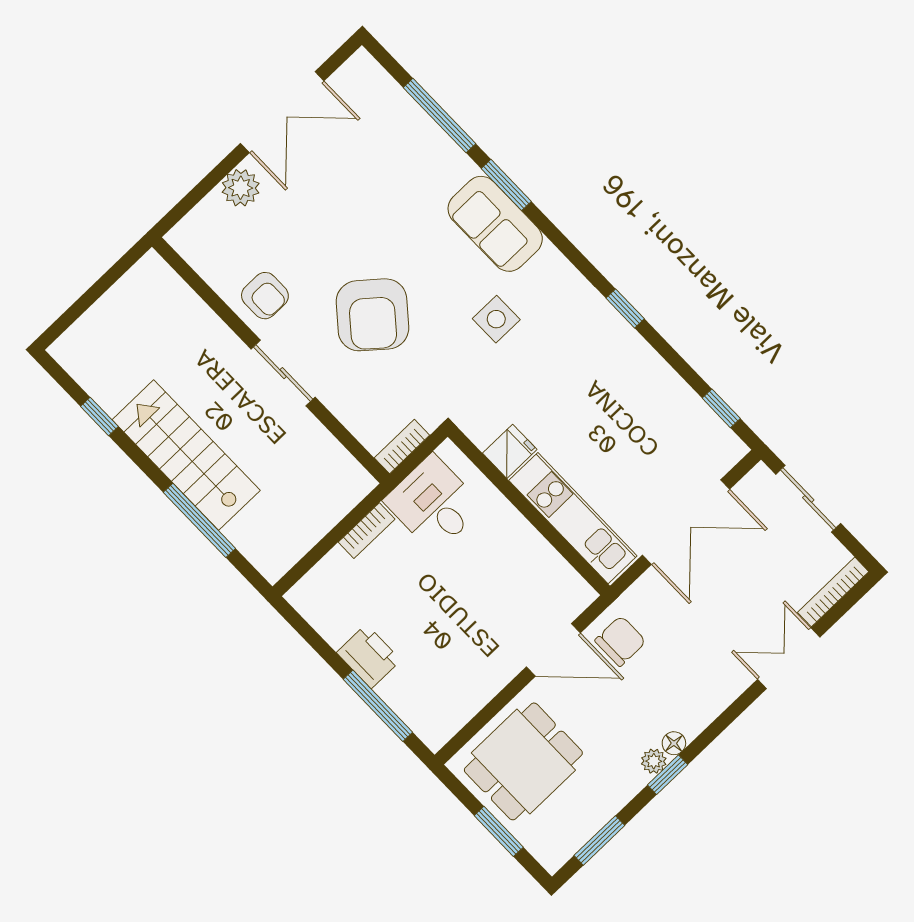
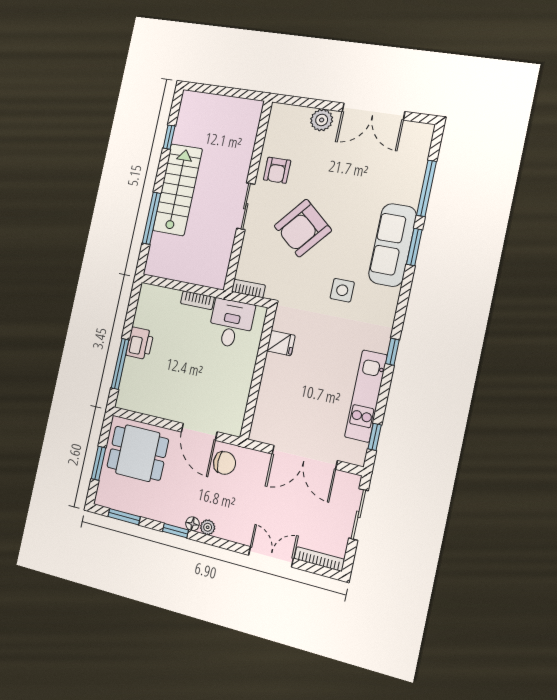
sofa: (495, 224) -> (393, 245), width x1.36
kitchen unit: (573, 518) -> (366, 396), moved, turned 180
plant: (654, 761) -> (208, 527), moved

